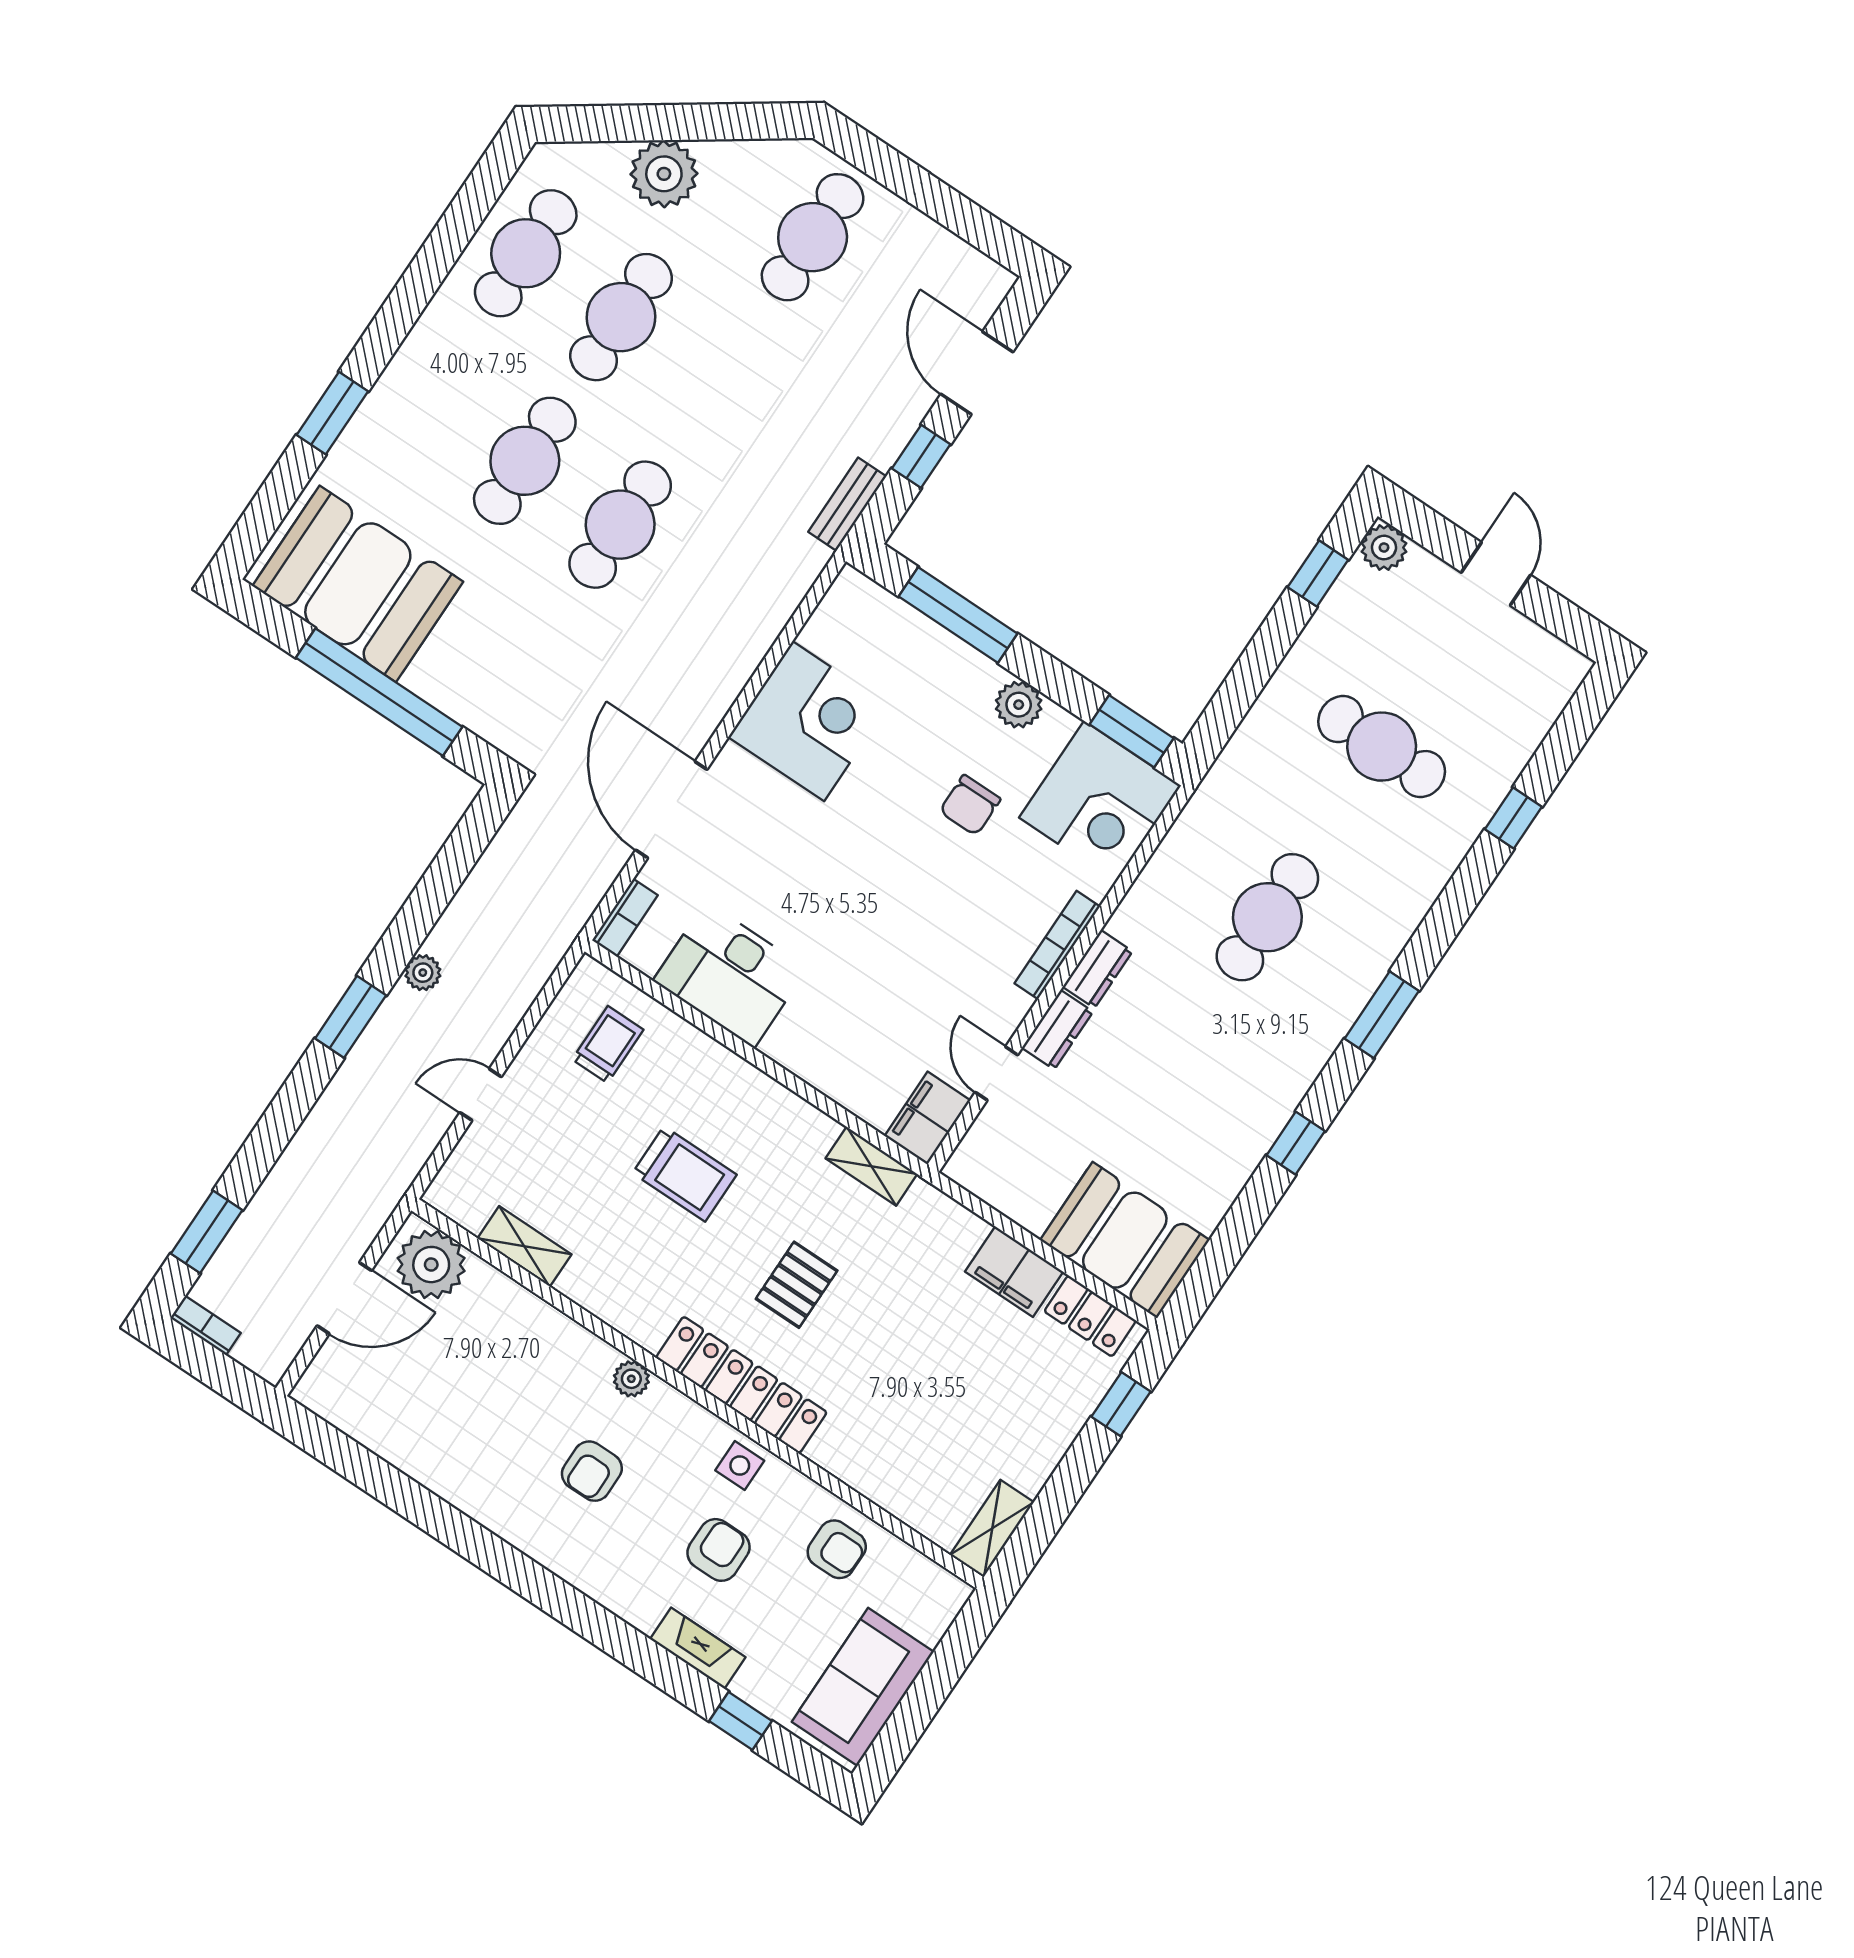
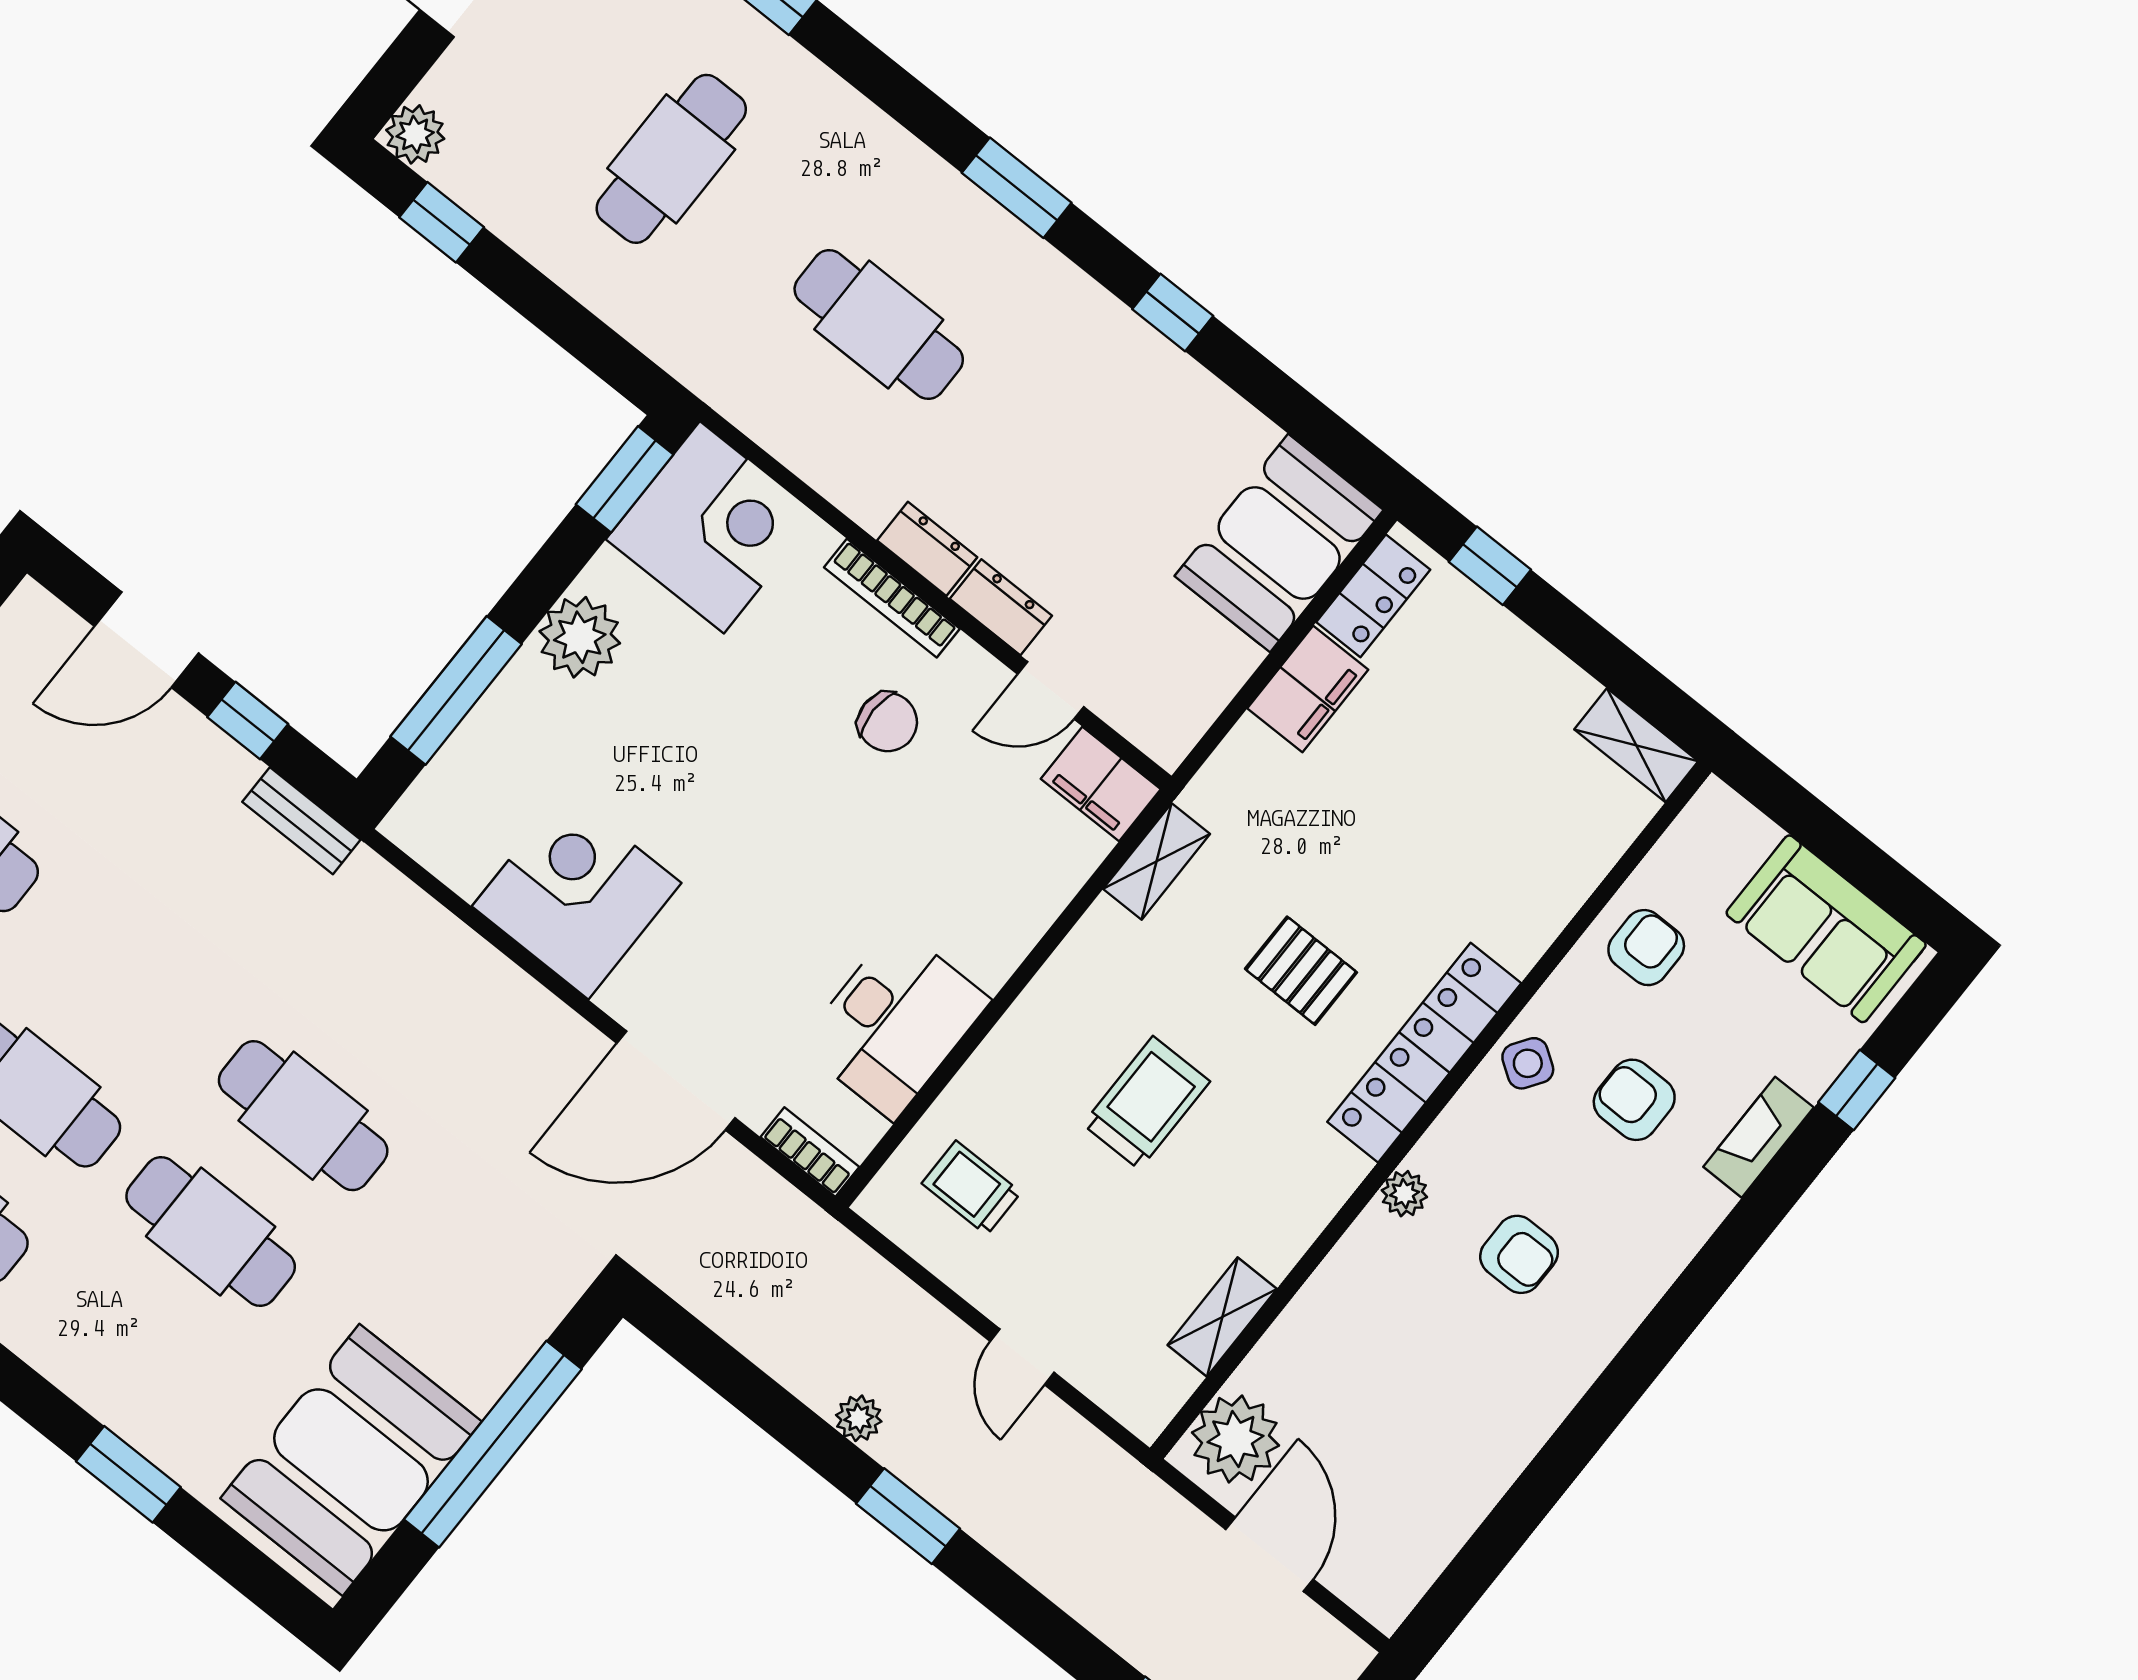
plant: (1019, 705) -> (580, 637), width x1.36, depth x1.36
chair: (970, 805) -> (888, 722), moved
side table: (740, 1466) -> (1528, 1063), turned 34

